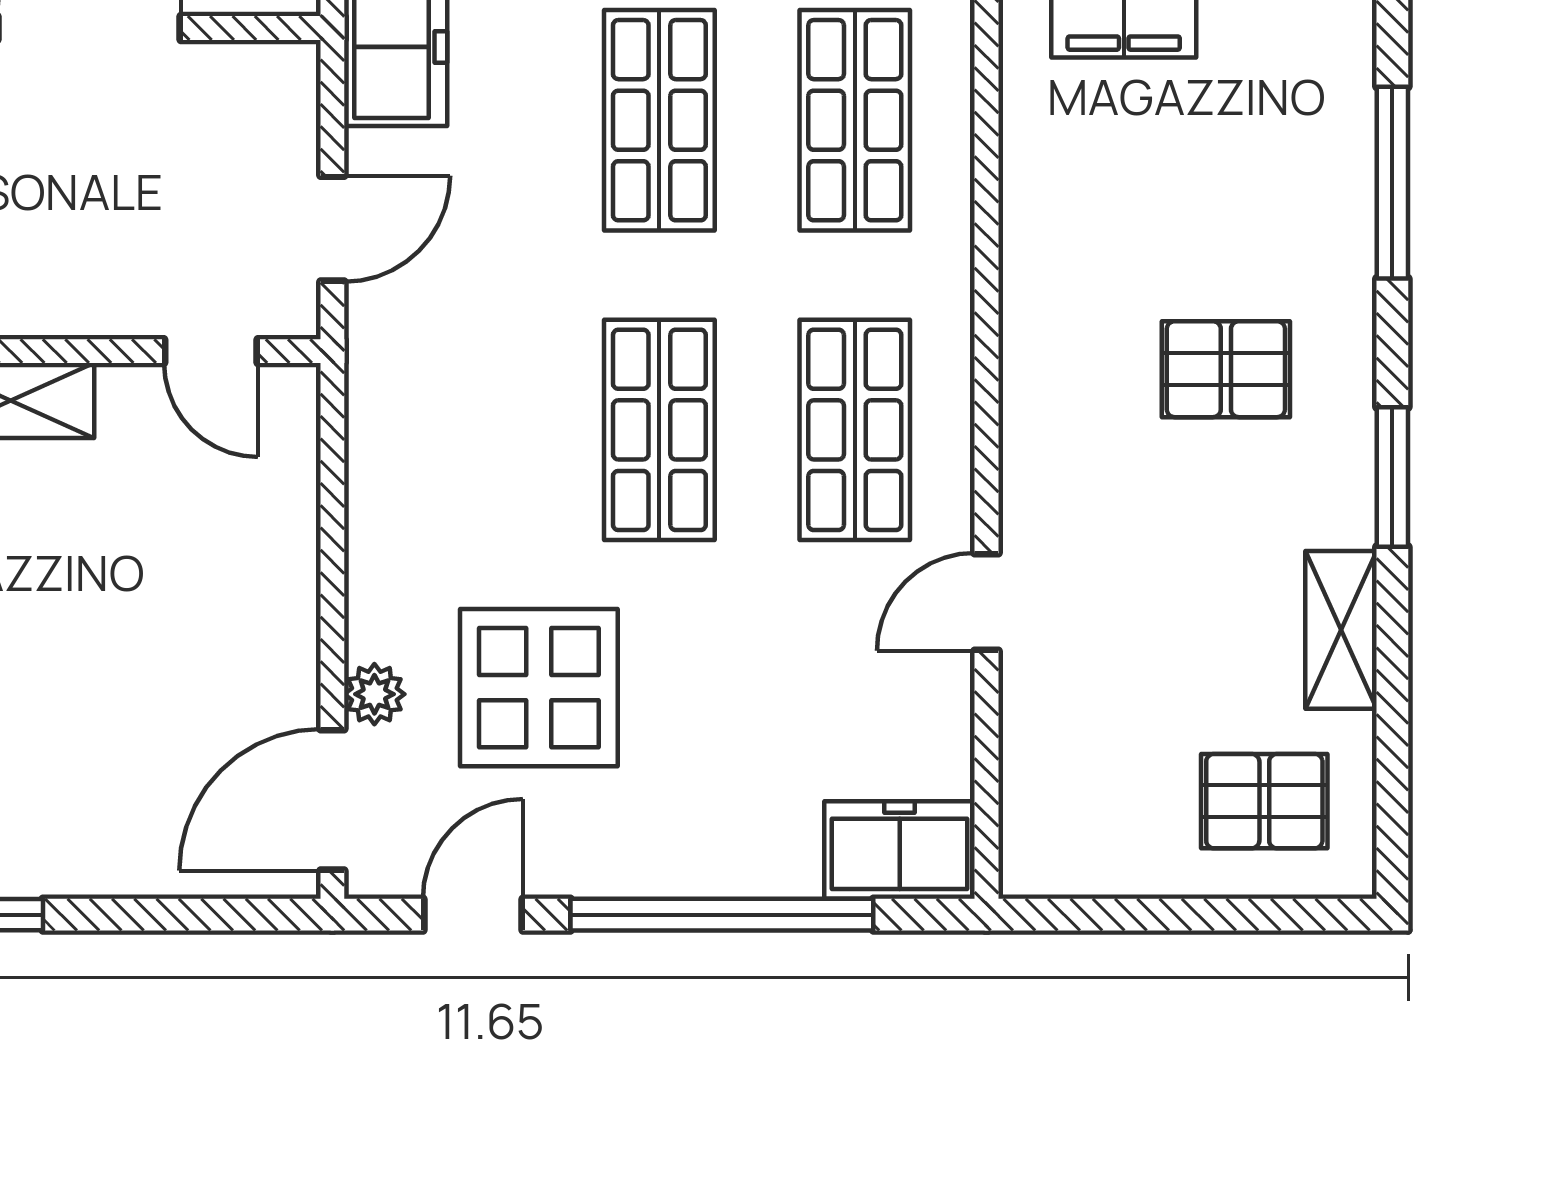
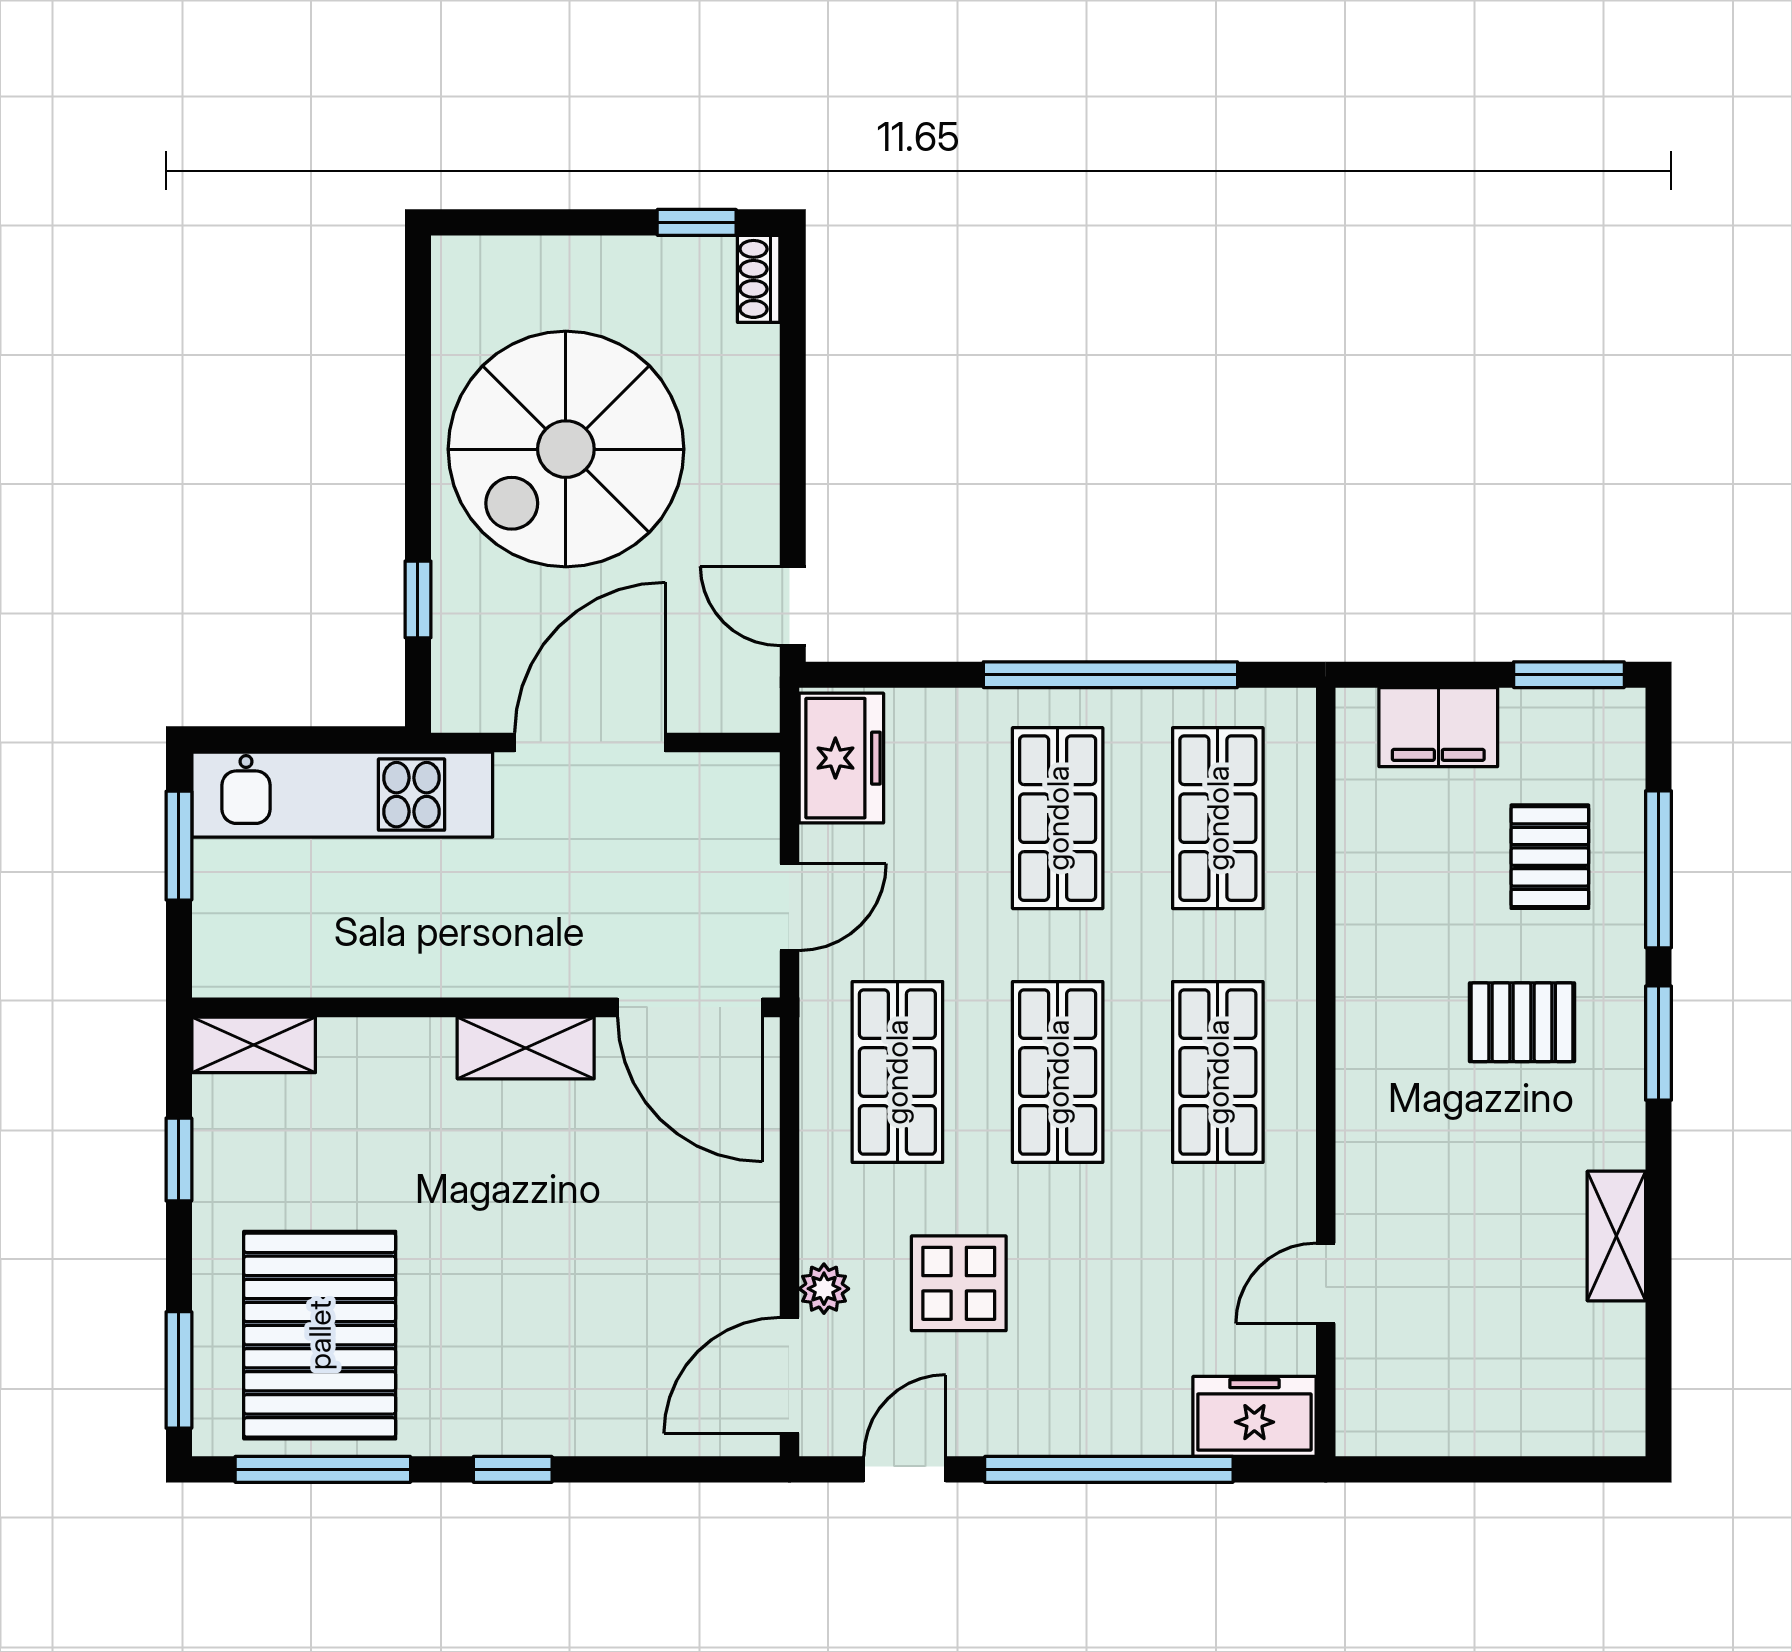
door: (211, 351) -> (690, 1007), width x1.88
shop shelf: (464, 430) -> (897, 1072), added
window: (1392, 477) -> (1658, 1043), moved
door: (986, 602) -> (1326, 1283), moved
display table: (539, 688) -> (959, 1283), width x0.73, depth x0.73
pallet: (1264, 801) -> (1550, 857), moved, turned 90

